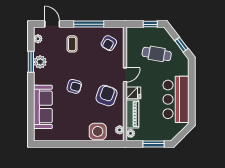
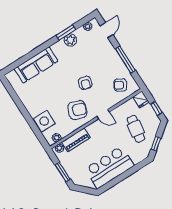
coffee table: (72, 44) -> (101, 56), removed
armchair: (74, 86) -> (85, 83), moved
fridge: (133, 93) -> (141, 100), moved

